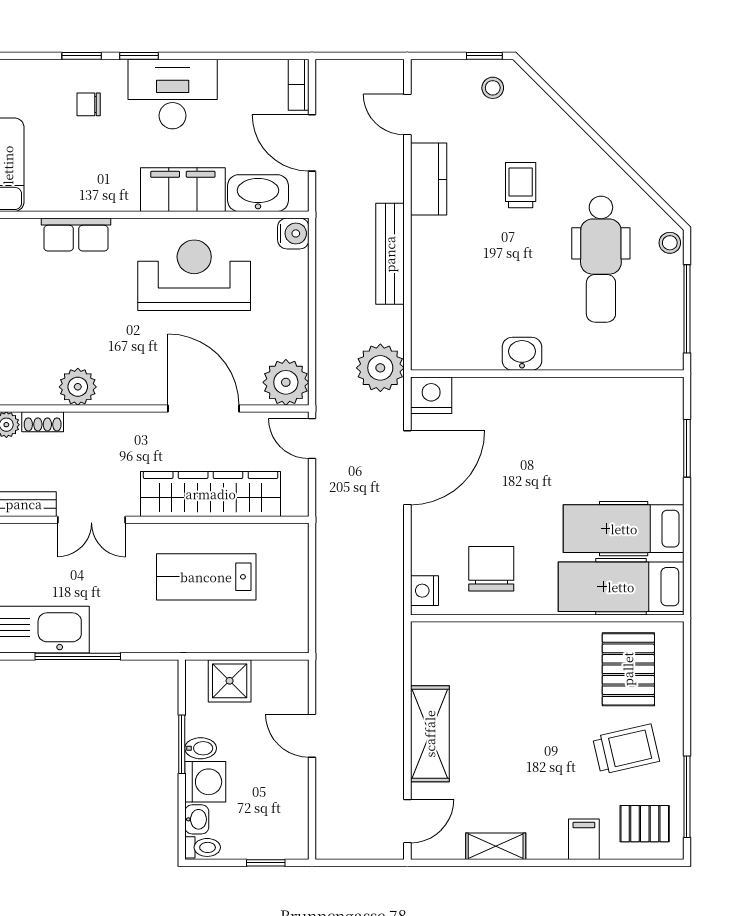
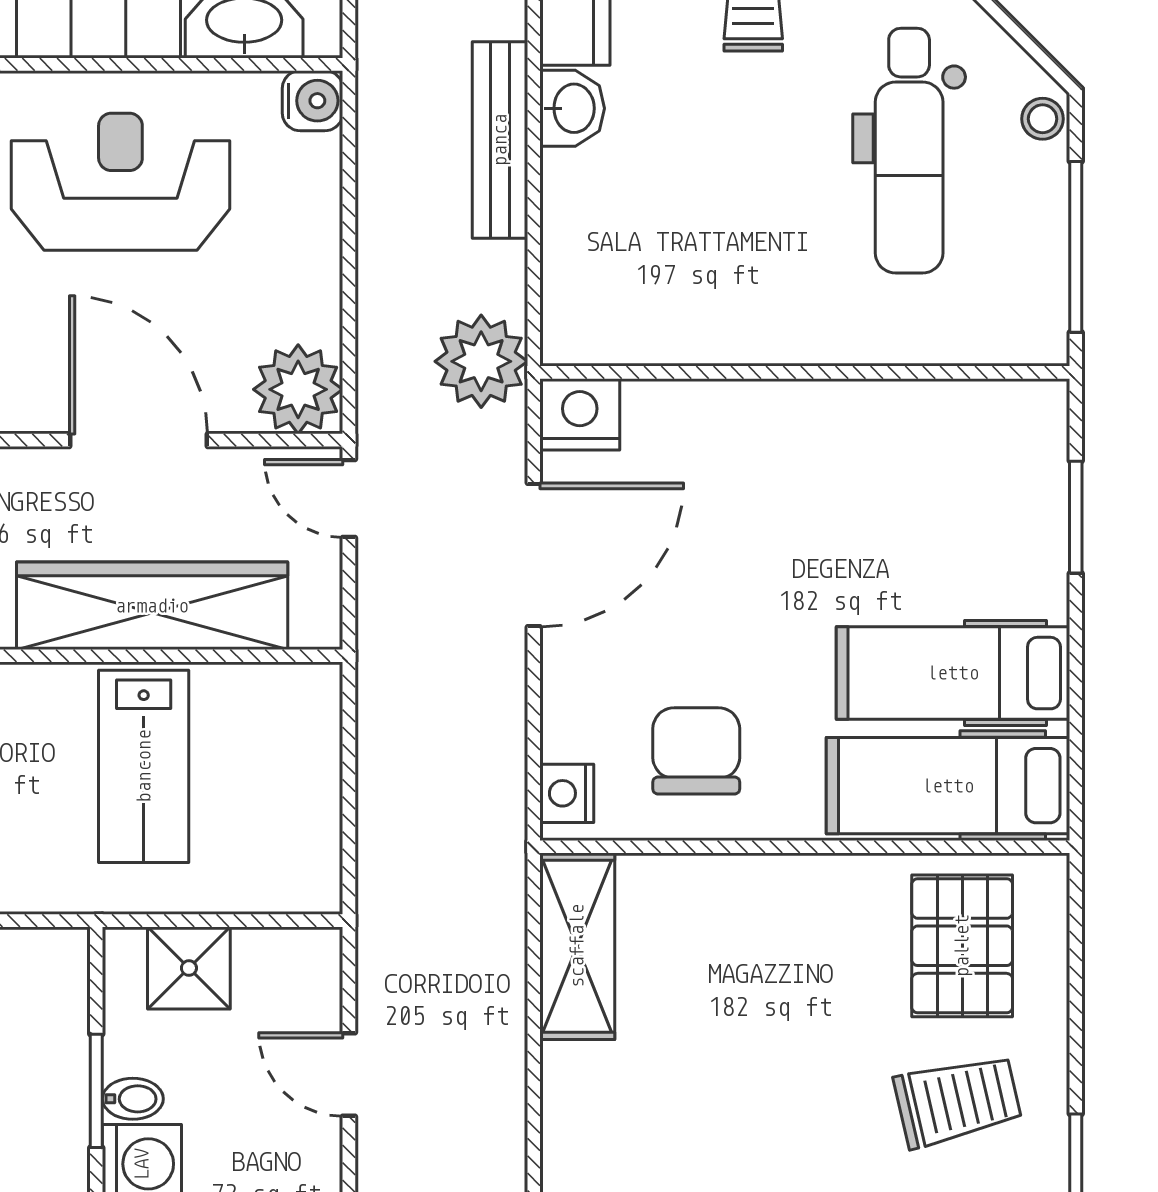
washbasin: (522, 354) -> (572, 108), moved, turned 90
lab bench: (206, 577) -> (144, 766), turned -90
shelving: (430, 734) -> (577, 946), moved

